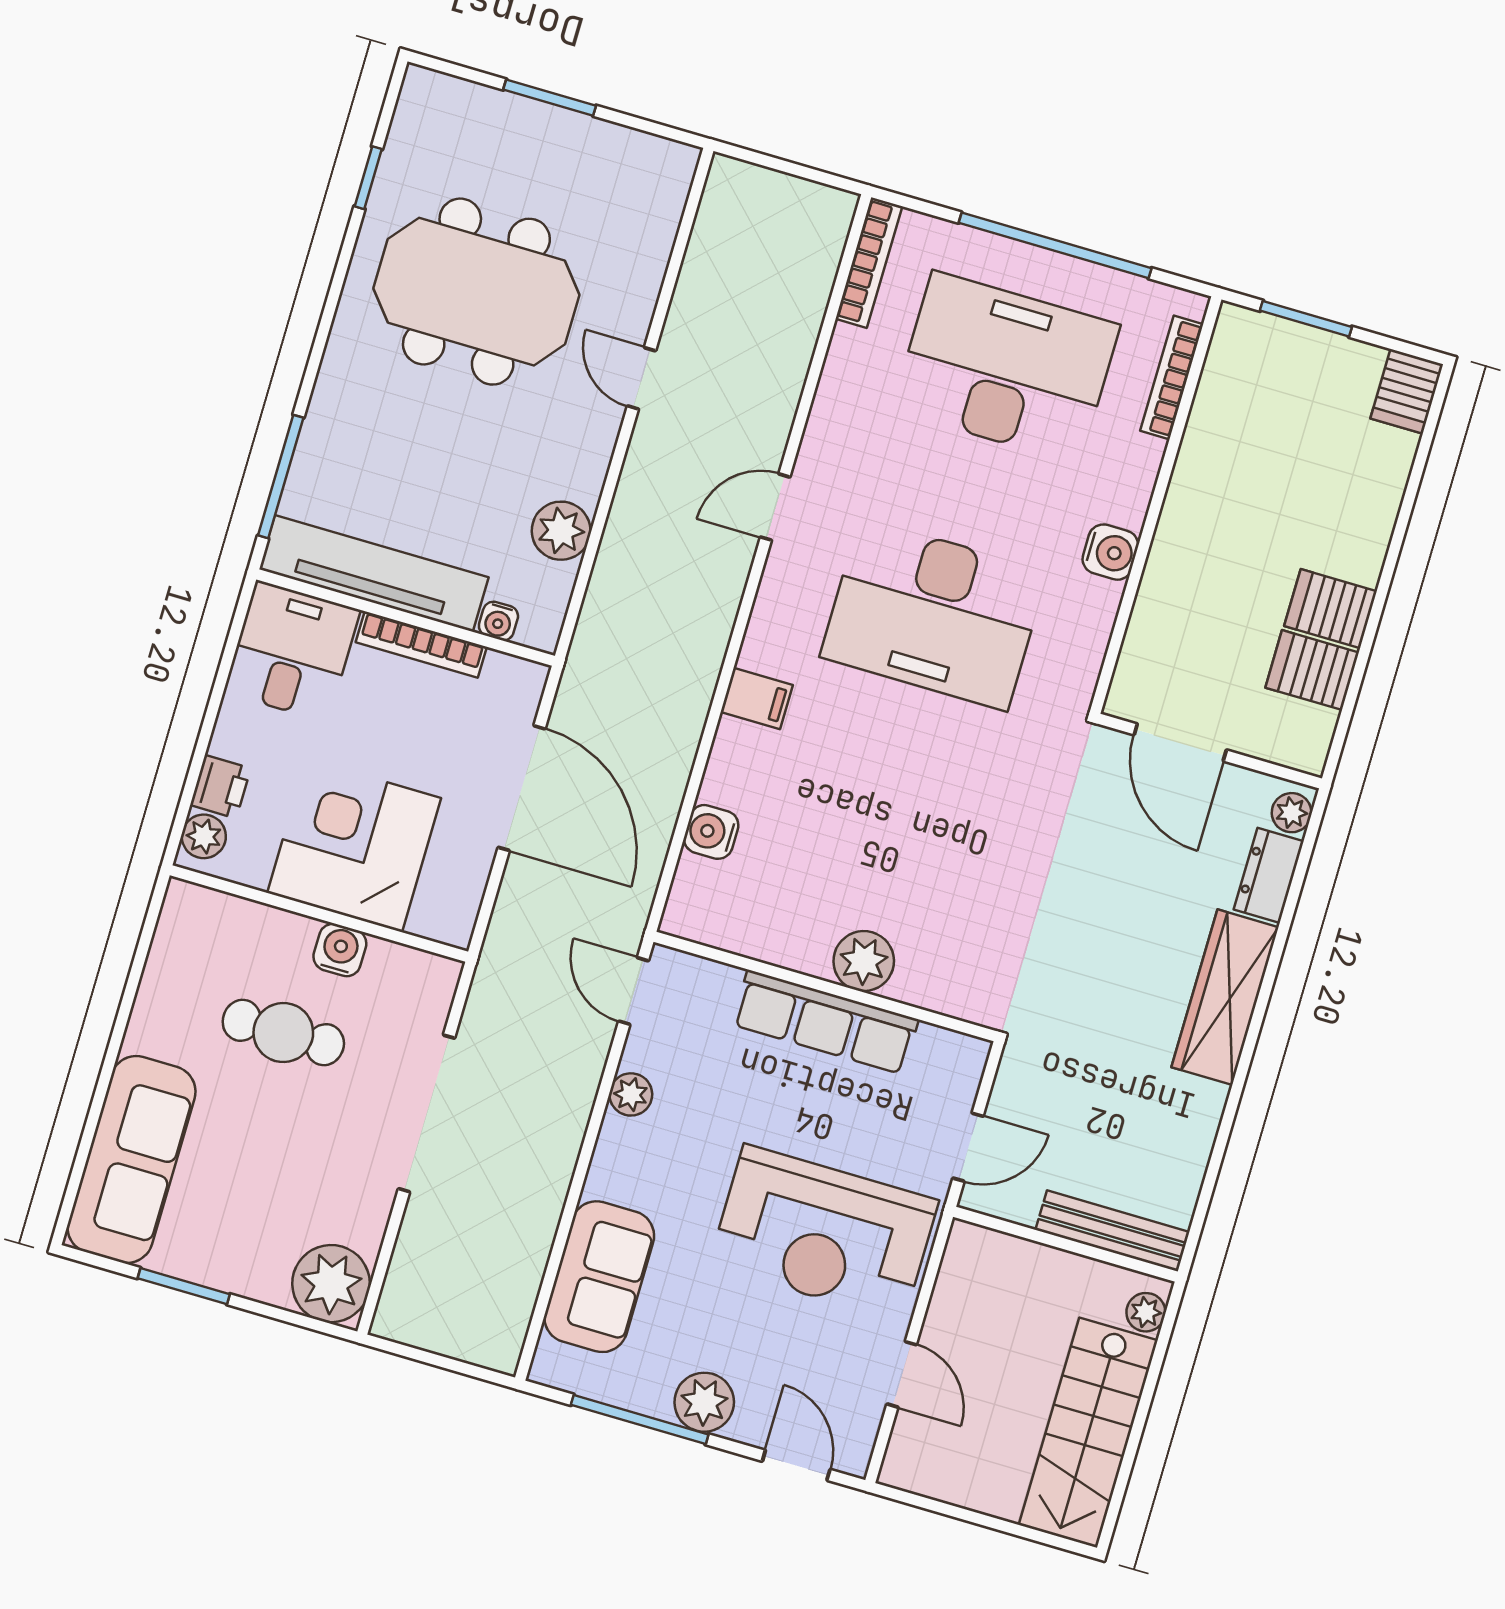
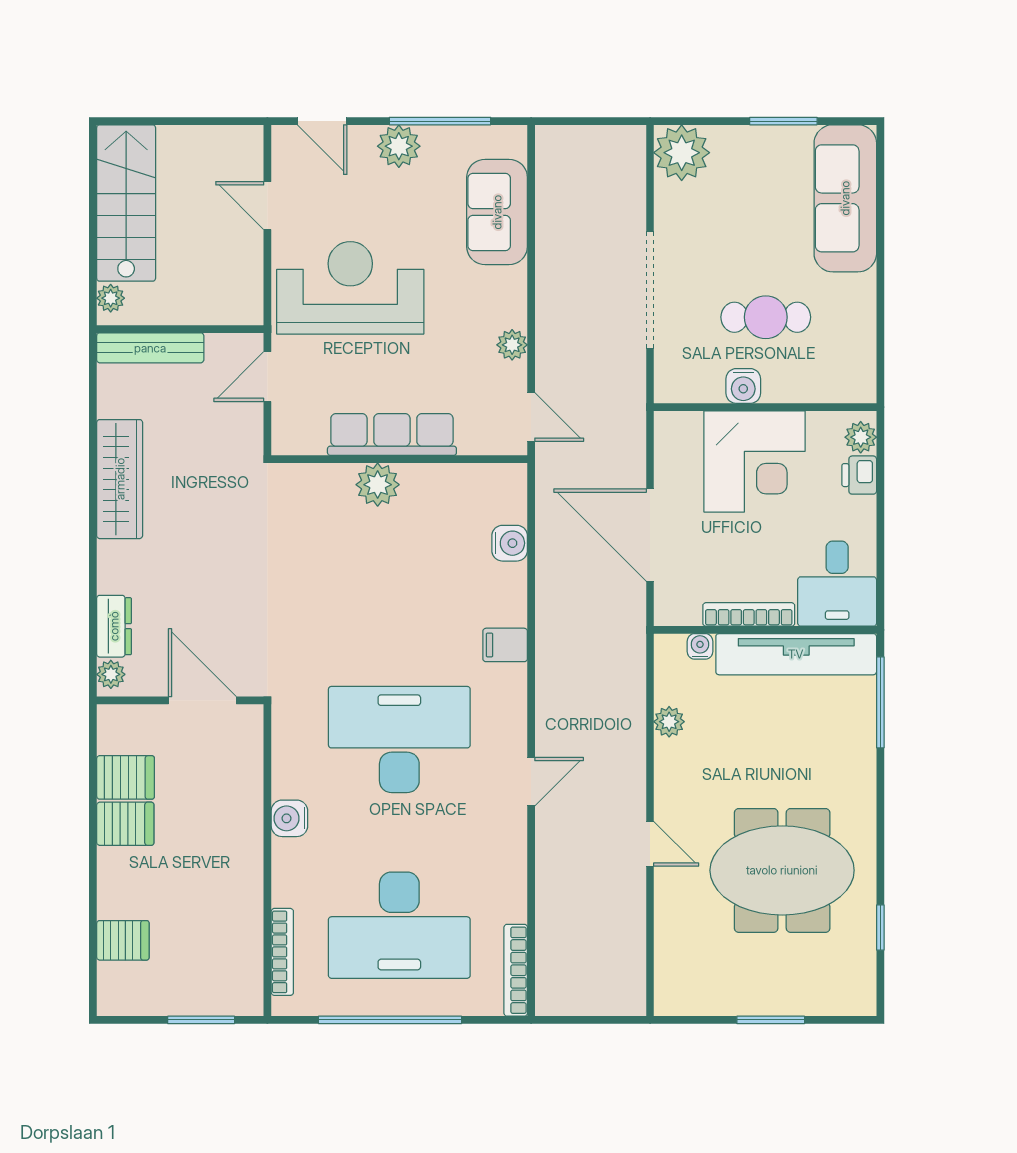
server rack: (1407, 391) -> (123, 940), moved, turned 90
plant: (561, 531) -> (669, 722), width x0.73, depth x0.73
wardrobe: (1225, 997) -> (120, 479), moved

